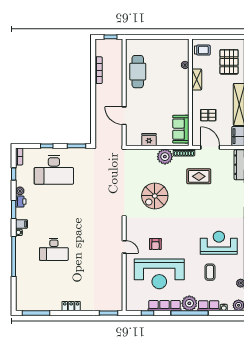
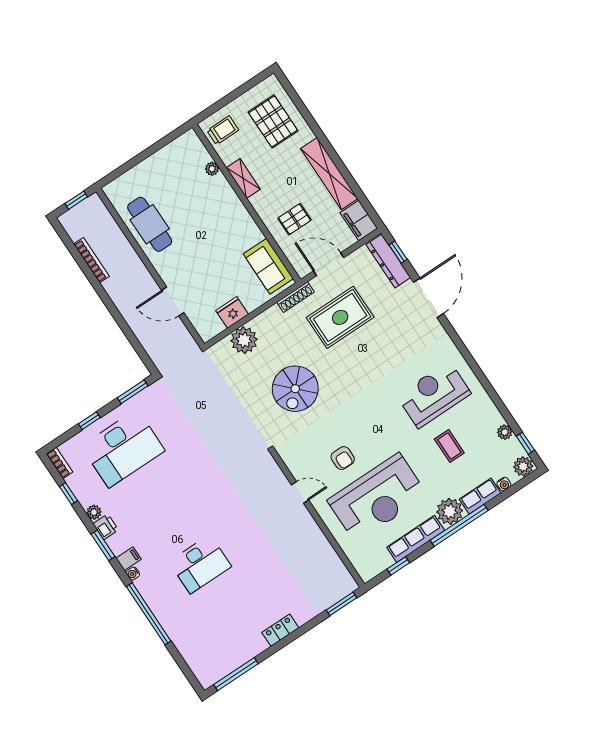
plant: (165, 157) -> (244, 340), moved
rug: (199, 176) -> (340, 317), width x1.36, depth x1.43

